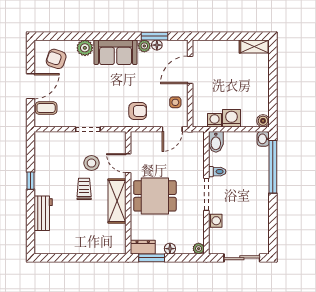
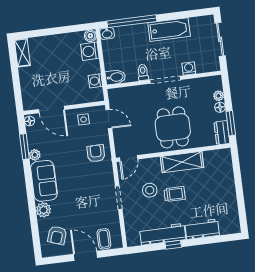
floor lamp: (157, 45) -> (30, 121), moved
washing machine: (232, 118) -> (90, 51), moved
door: (128, 163) -> (129, 158), moved
workbench: (43, 171) -> (163, 234), added
trolley: (84, 189) -> (175, 194), turned 180
bathtub: (259, 205) -> (169, 30), added
plant: (199, 249) -> (218, 96), moved

